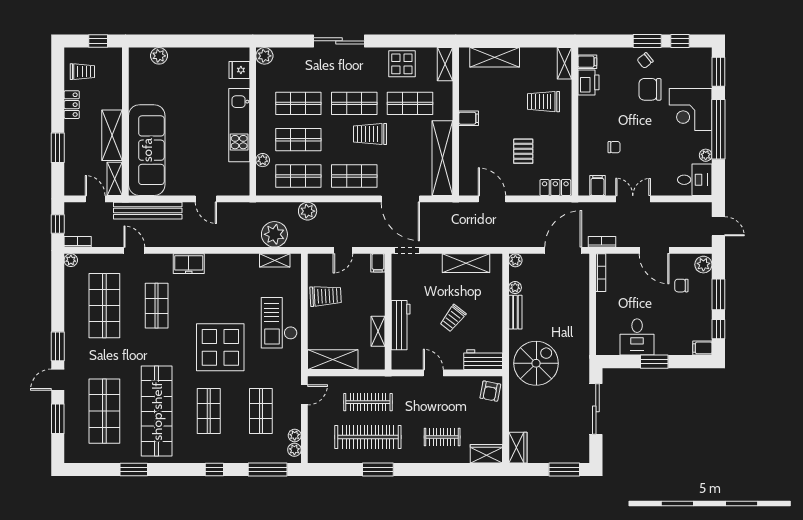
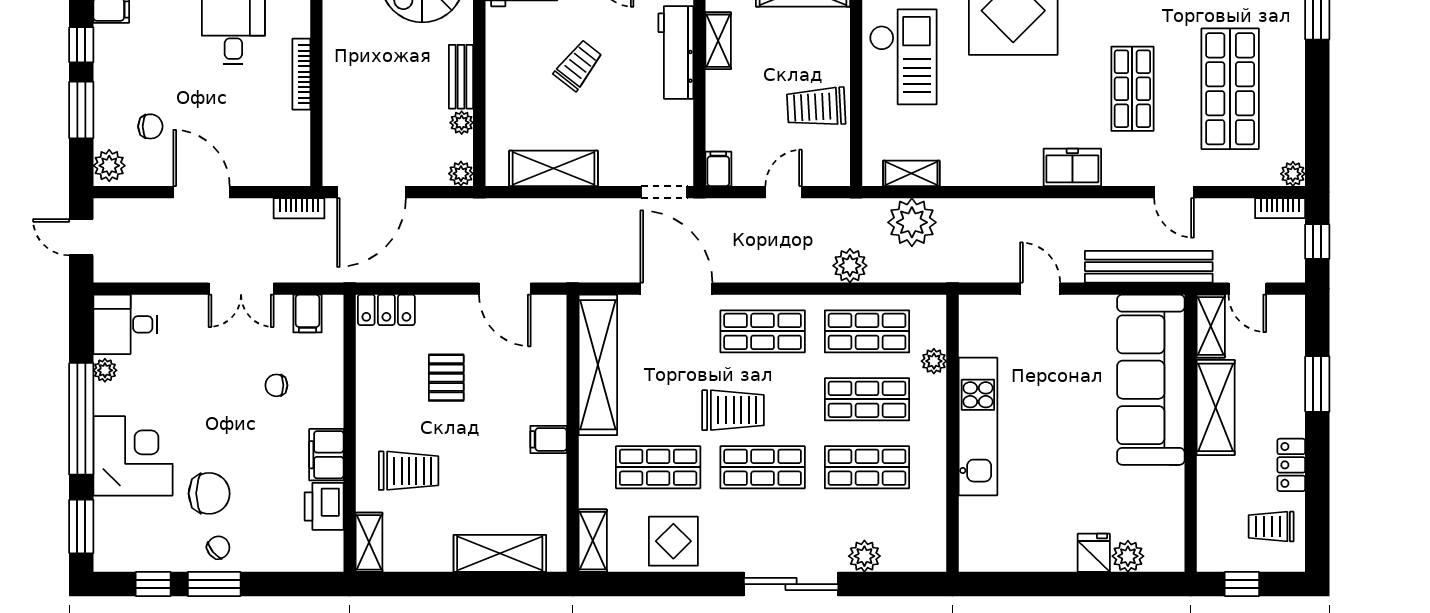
plant: (264, 56) -> (864, 556), moved
filing cabinet: (587, 62) -> (326, 455), moved, width x2.00
fridge: (239, 70) -> (1094, 553), moved, turned -90
bookcase: (601, 273) -> (301, 74), moved

